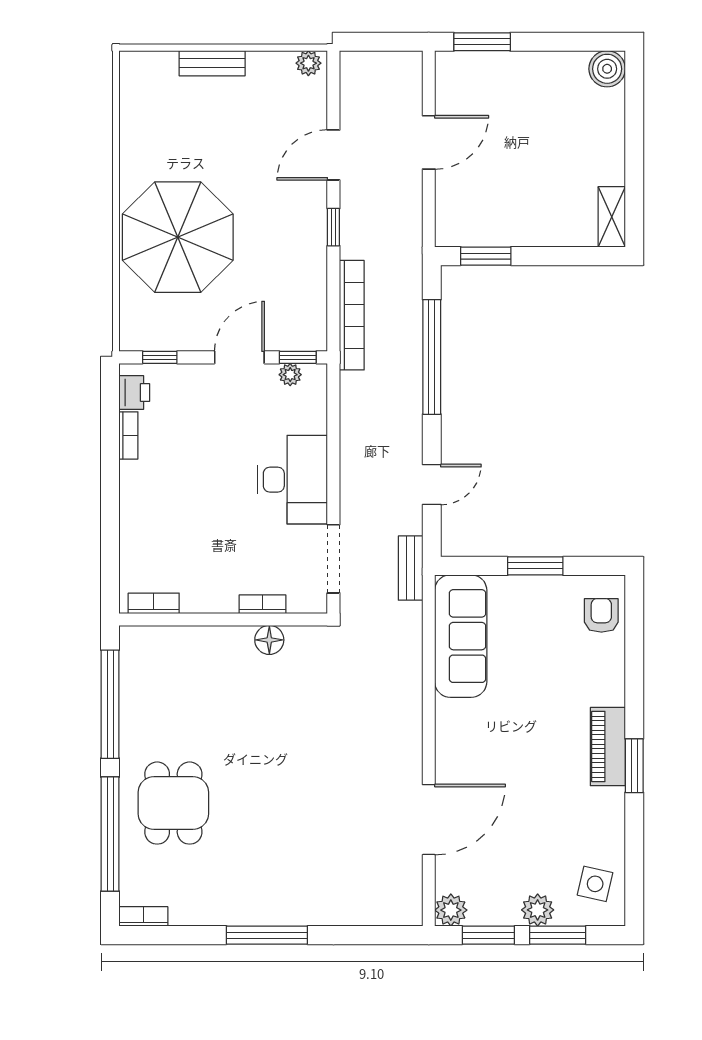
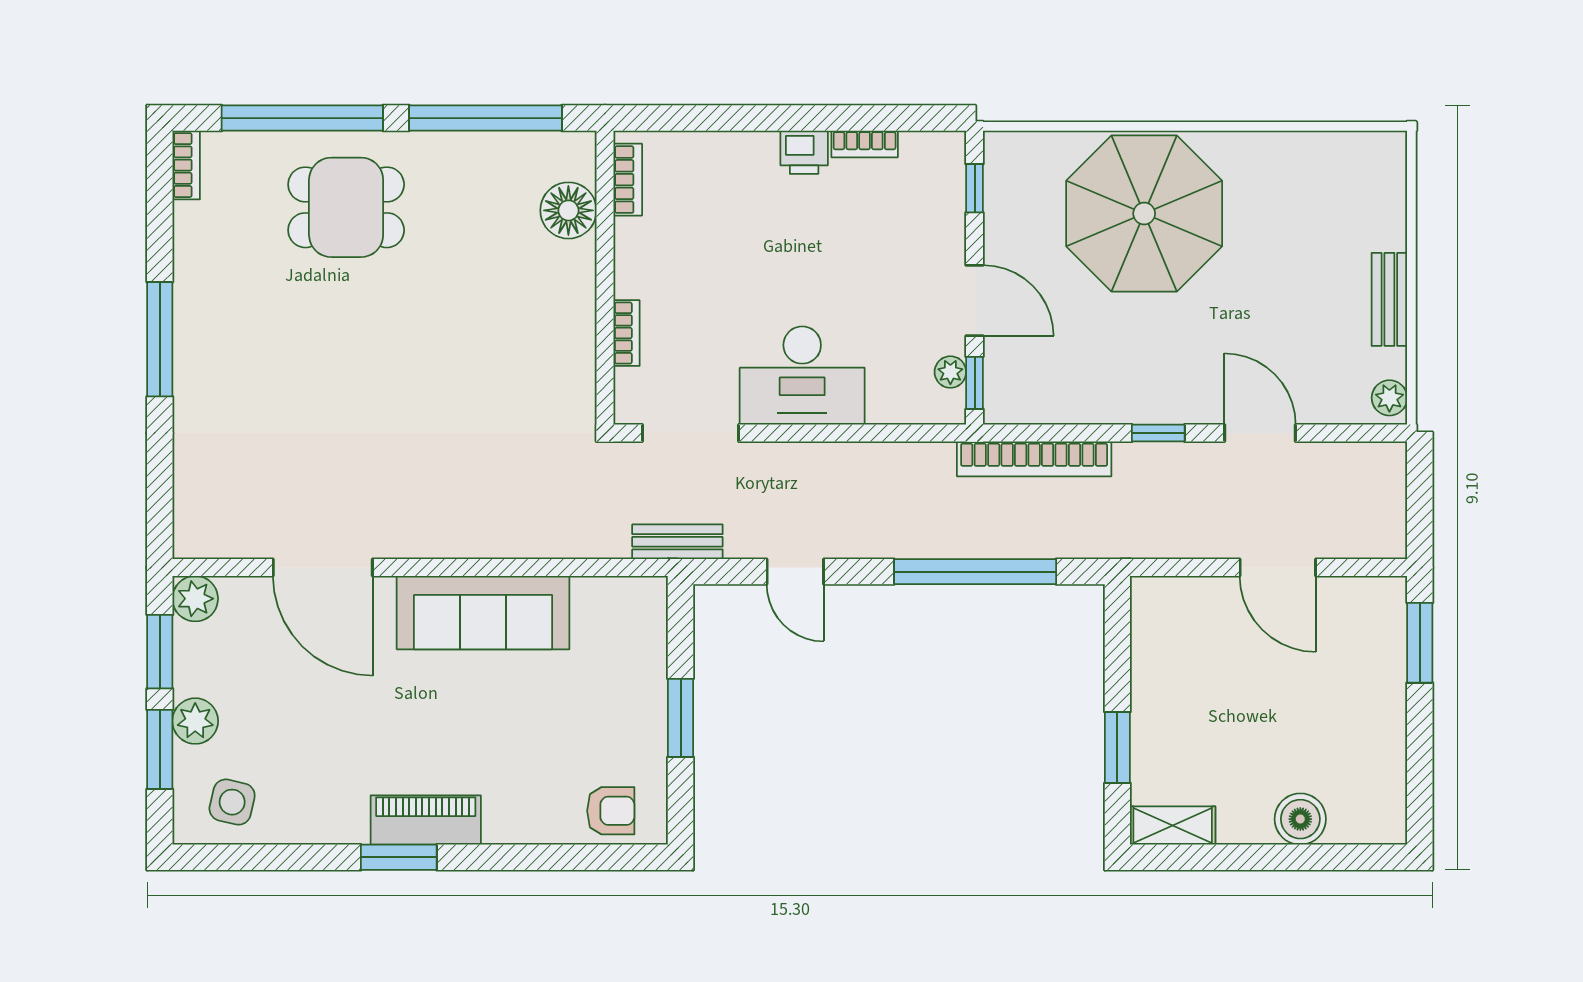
bench: (212, 63) -> (1389, 299), moved
boiler: (607, 69) -> (1300, 819), moved
window: (486, 256) -> (1117, 748), moved
printer: (134, 393) -> (804, 152), moved
sofa: (461, 636) -> (483, 613), moved
floor lamp: (269, 640) -> (568, 210), moved, width x1.38, depth x1.38

